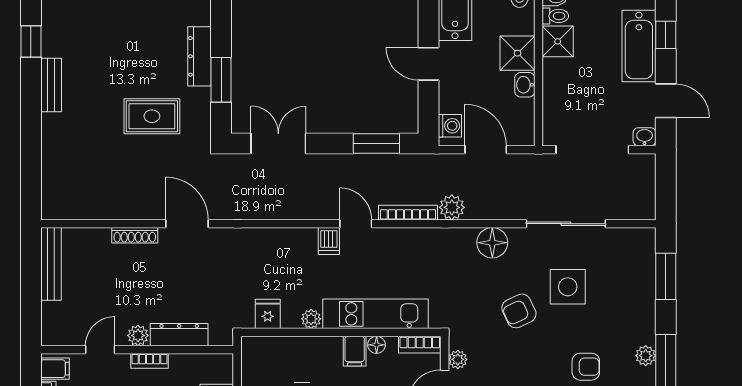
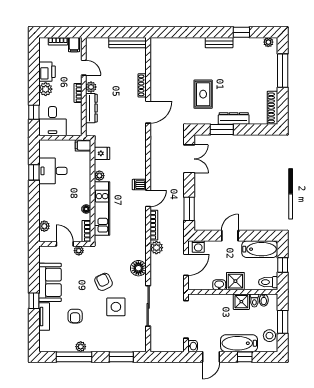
filing cabinet: (355, 351) -> (83, 145), moved

